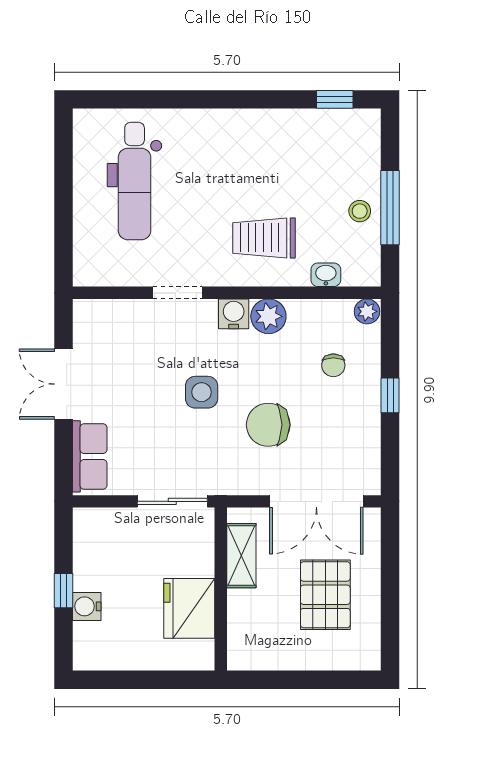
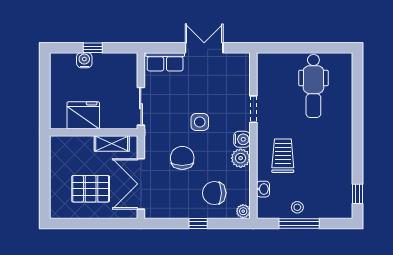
dental chair: (135, 181) -> (313, 86), turned -90
chair: (333, 365) -> (214, 193), width x1.87, depth x1.87

